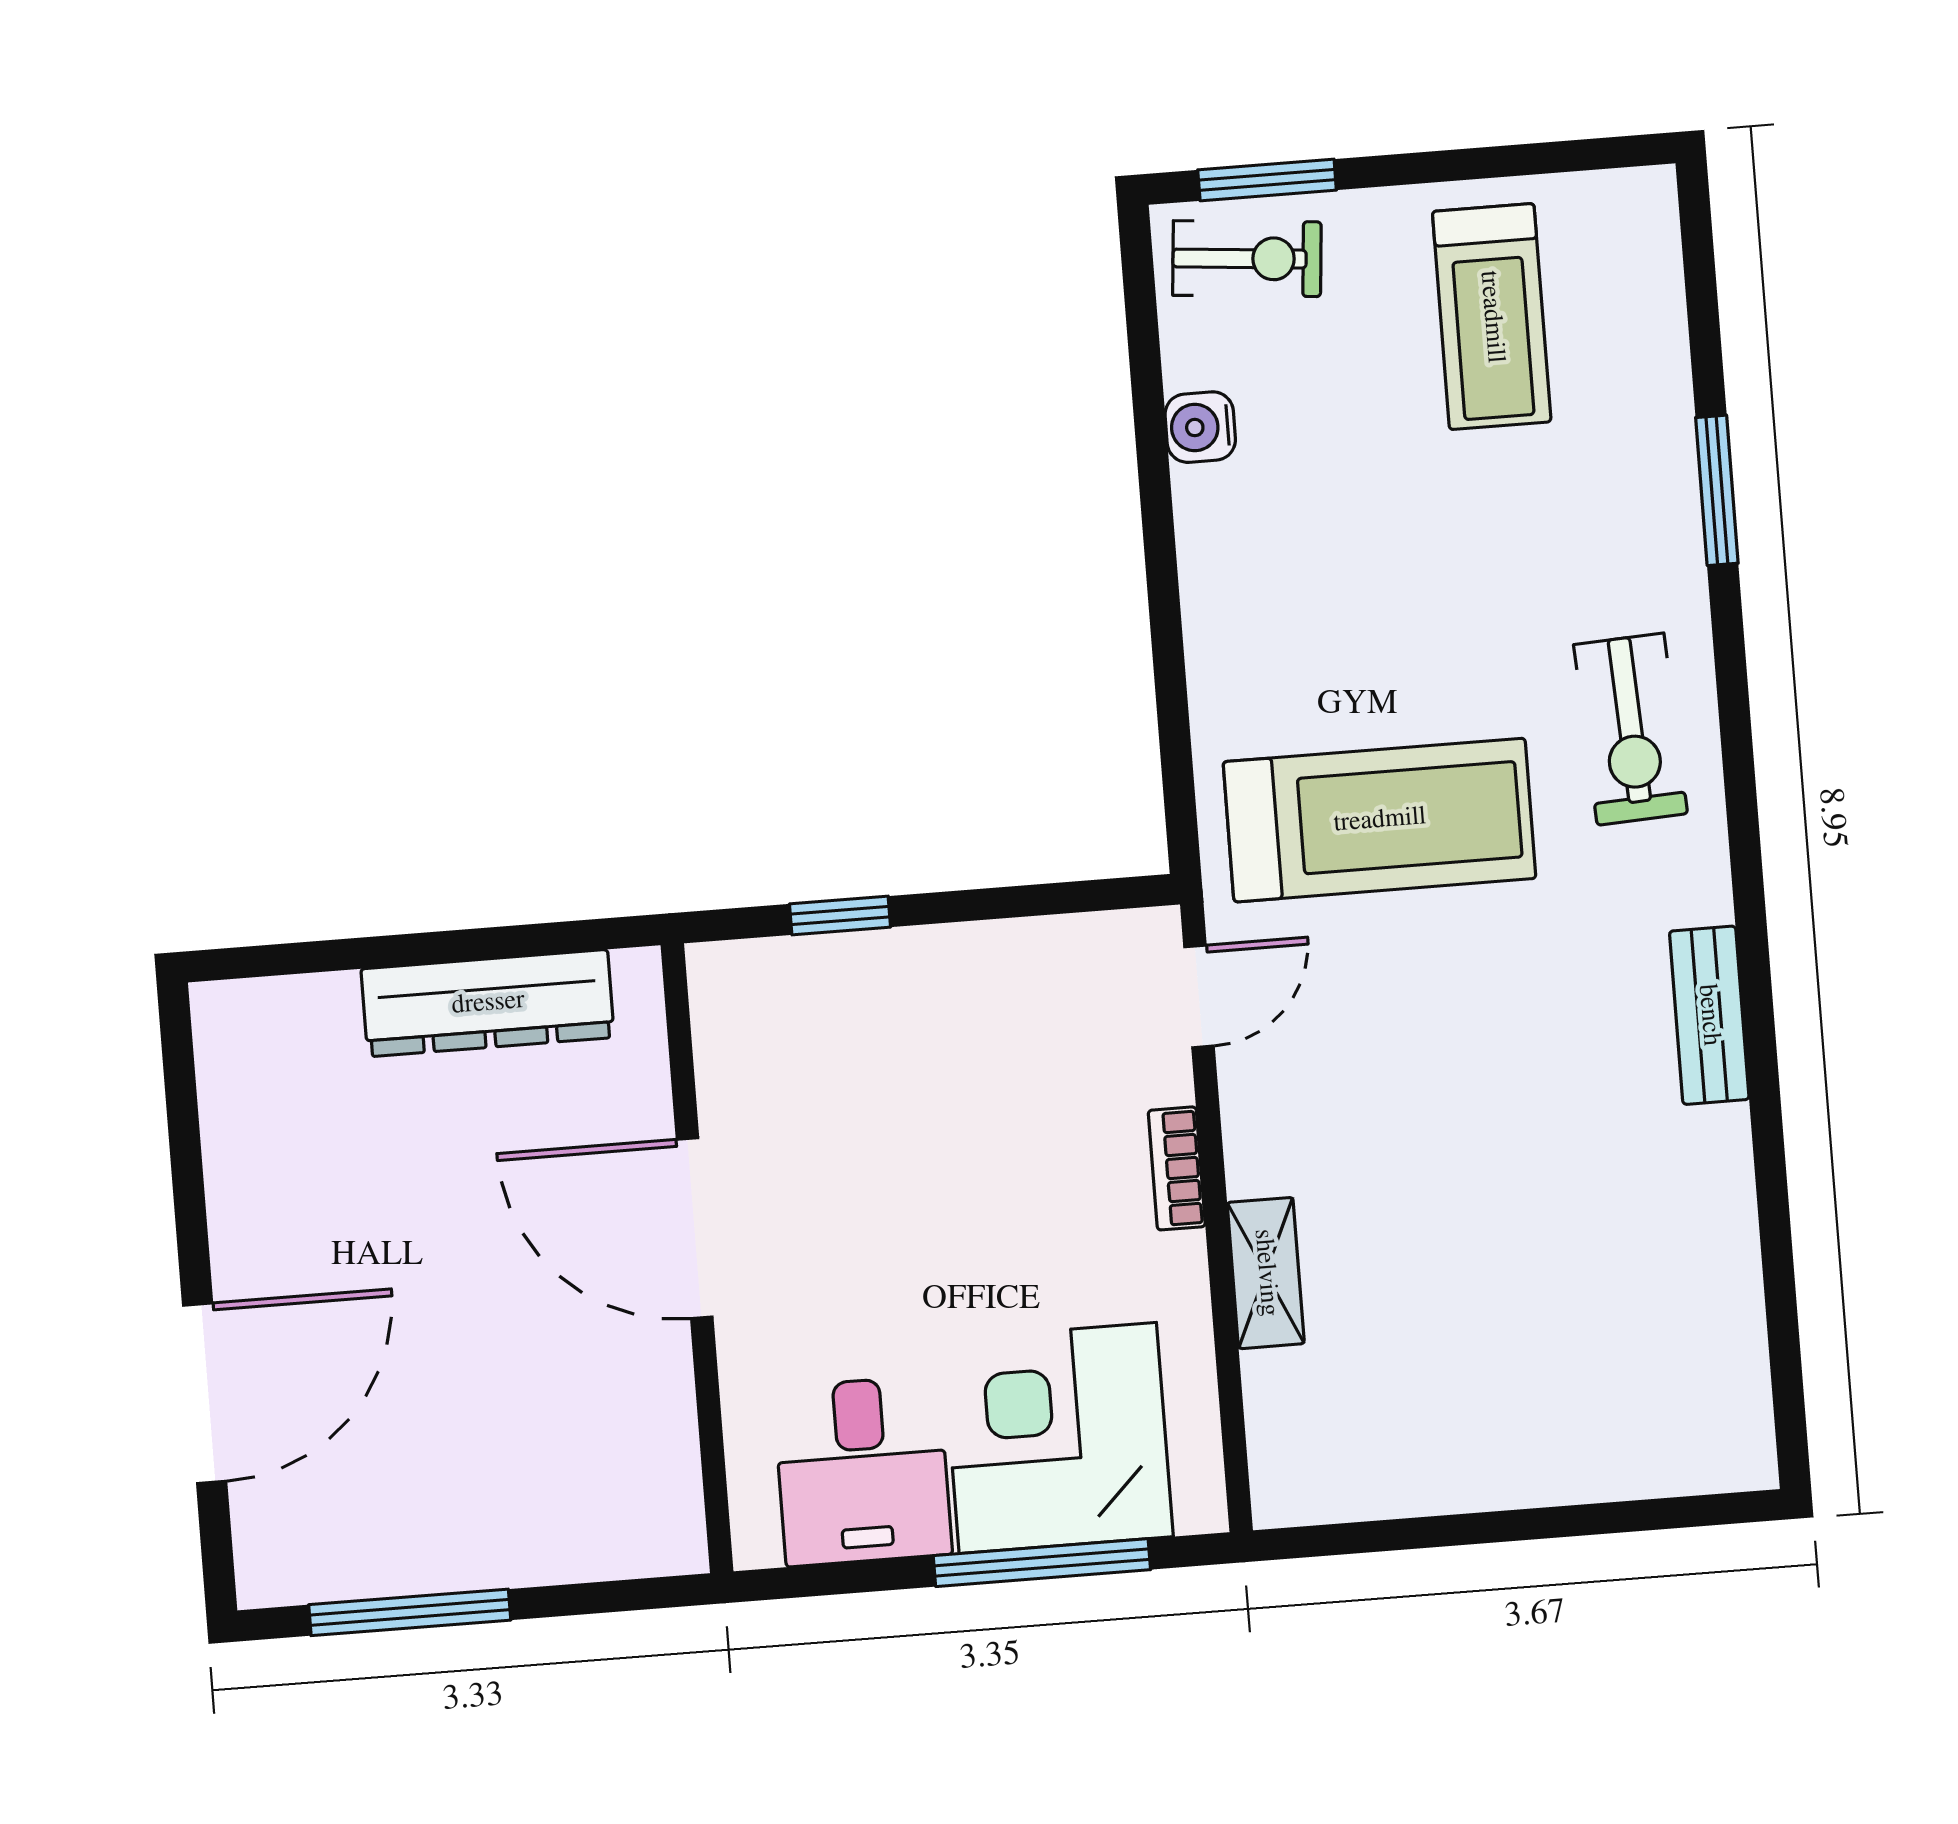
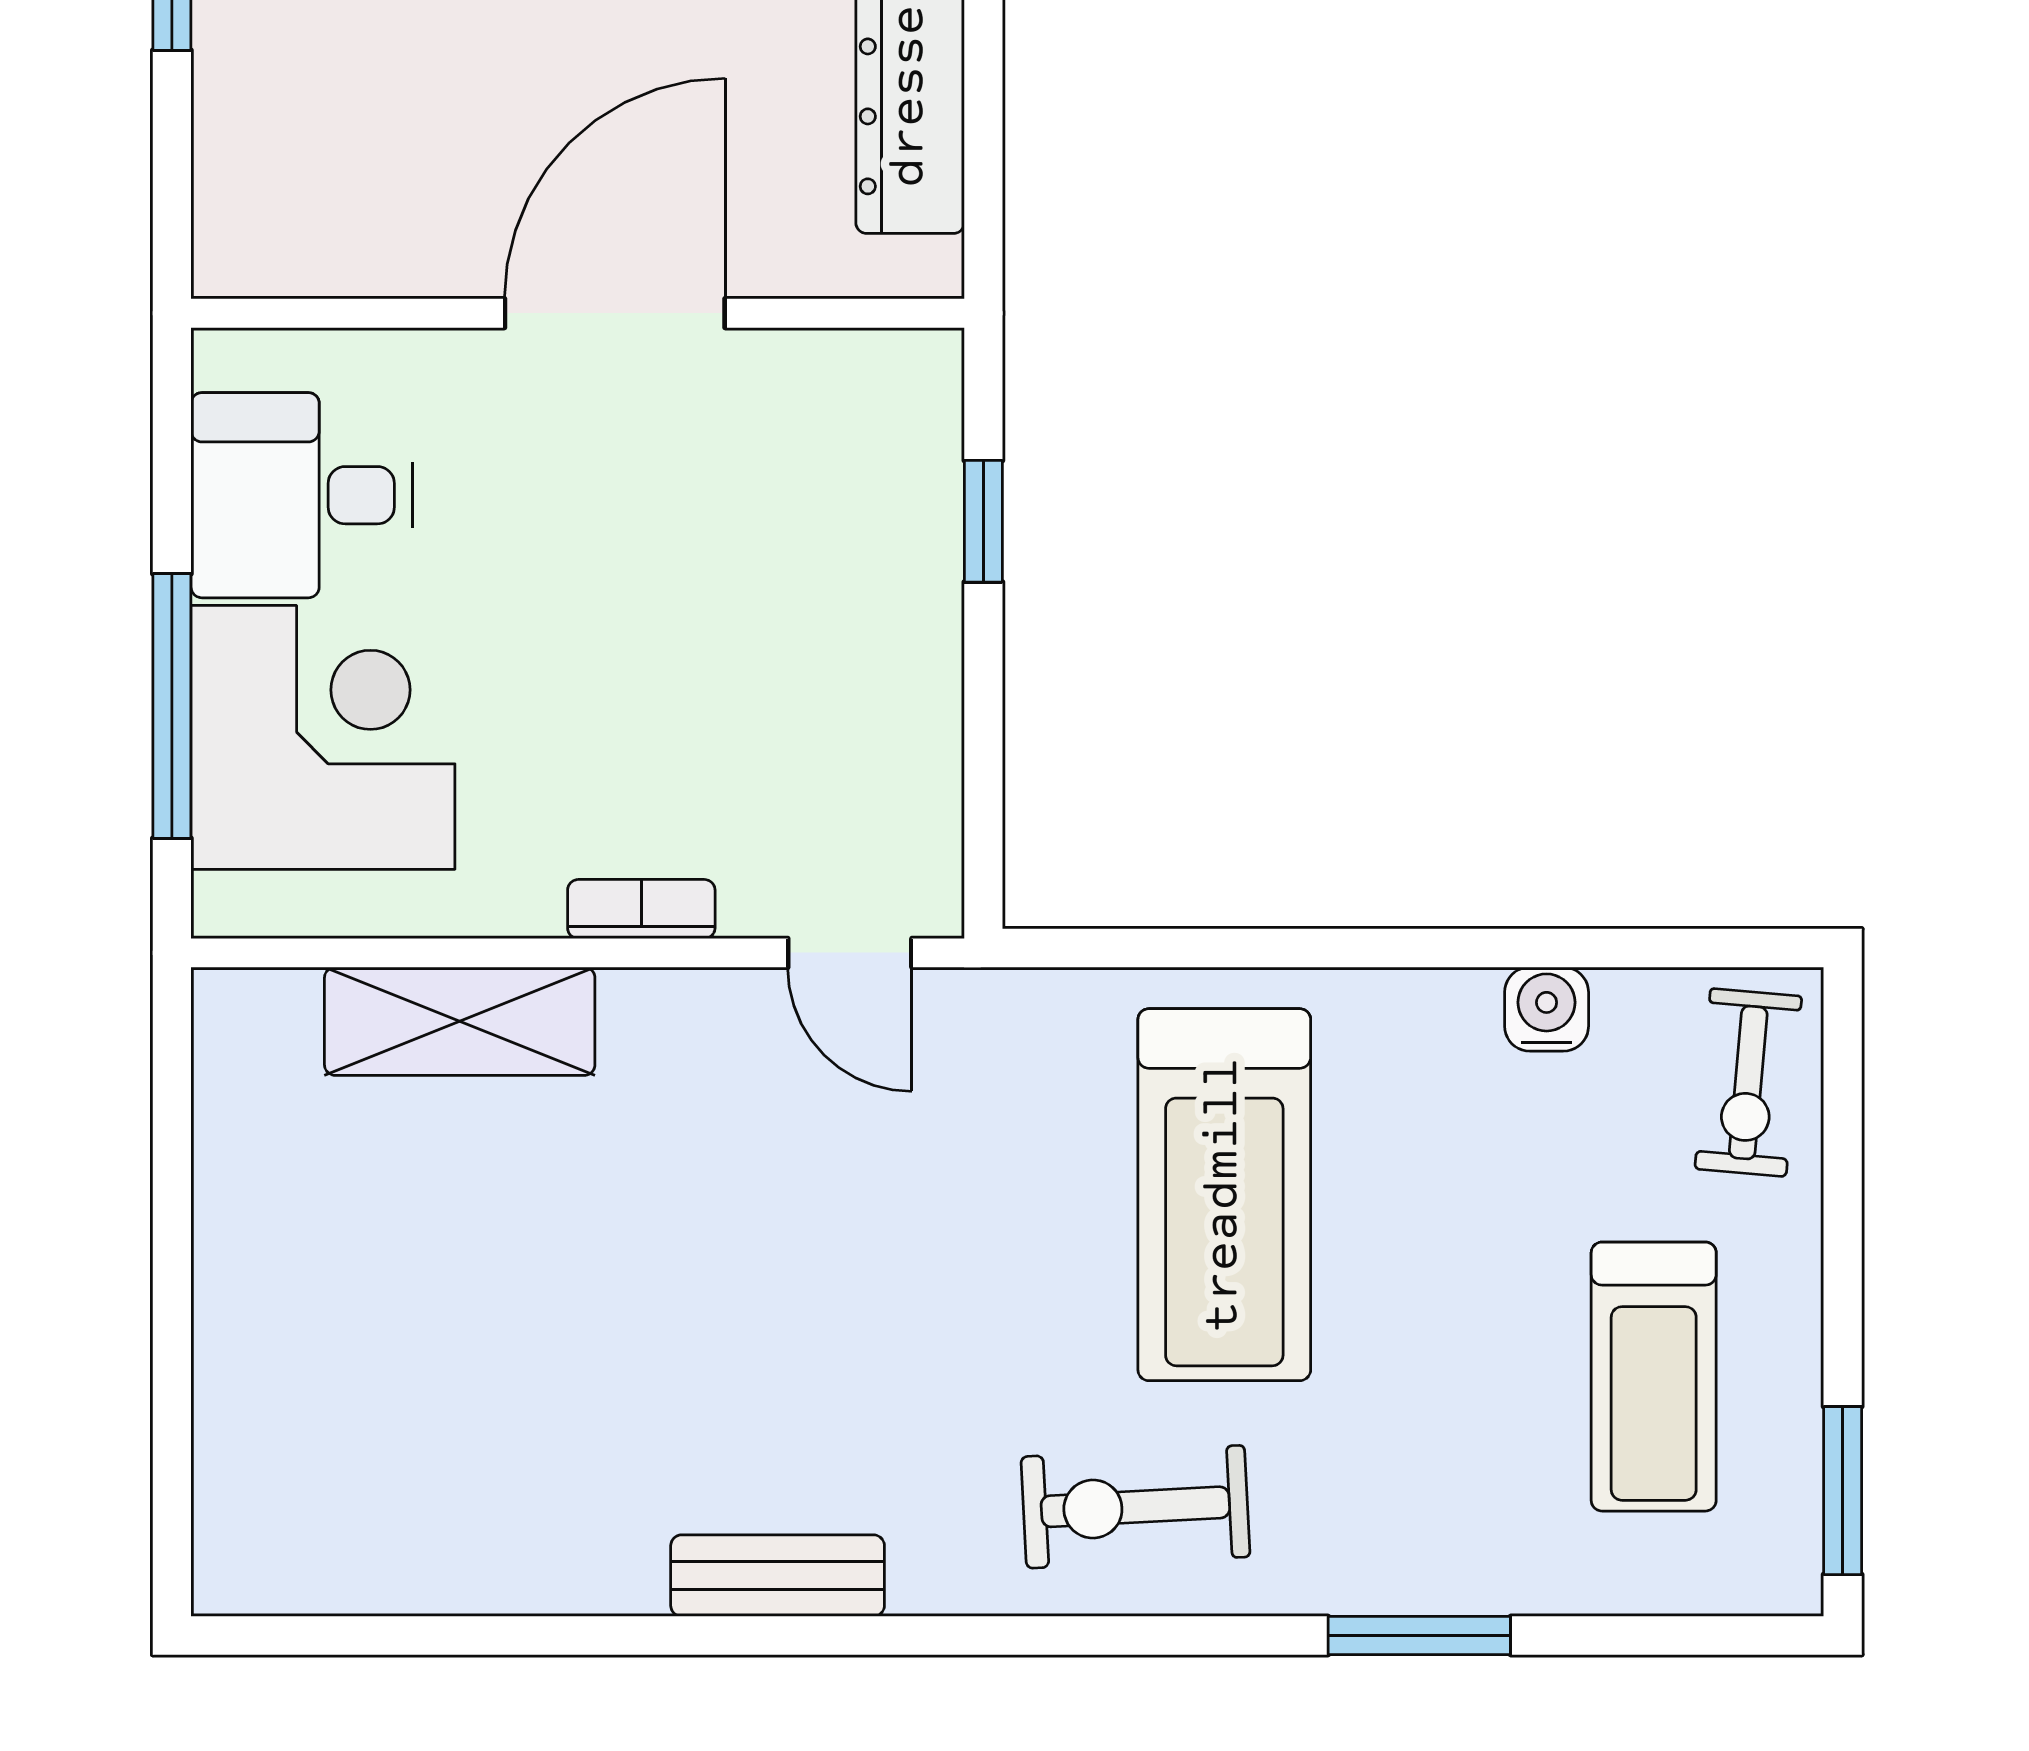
window: (1267, 180) -> (1843, 1491), moved
treadmill: (1492, 317) -> (1654, 1377), turned -90
treadmill: (1380, 820) -> (1224, 1195), moved
shelving: (1266, 1273) -> (460, 1021), width x1.50, depth x1.33

